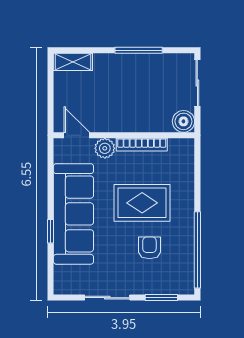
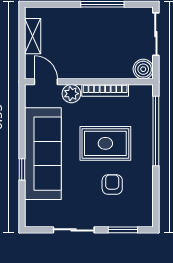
shelving: (73, 62) -> (33, 36), moved, turned 90
window: (197, 250) -> (156, 131), moved

